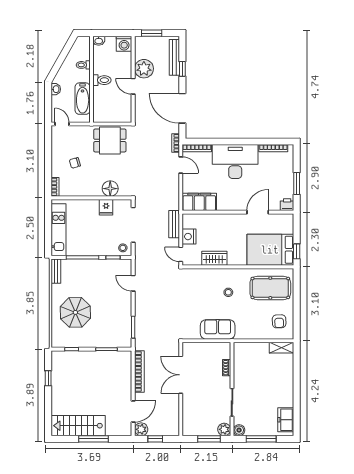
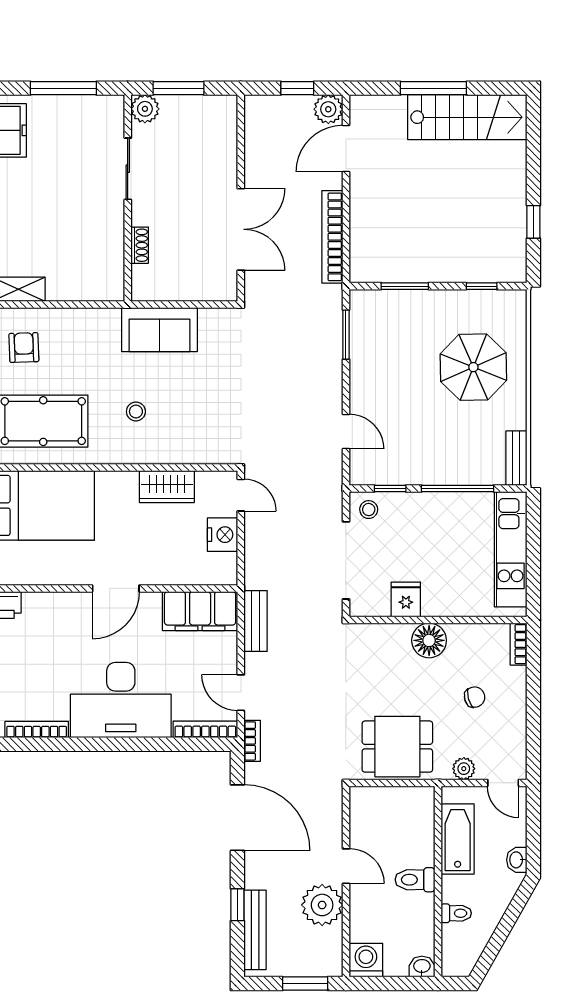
plant: (80, 130) -> (464, 769), added
floor lamp: (110, 189) -> (429, 640), moved
door: (258, 212) -> (116, 588), moved
bench: (174, 224) -> (256, 621), moved
boiler: (239, 430) -> (112, 107), removed

